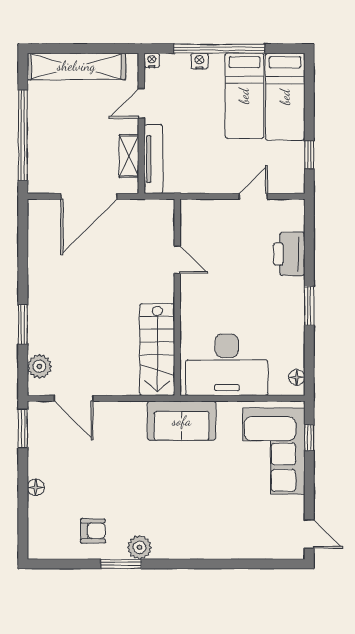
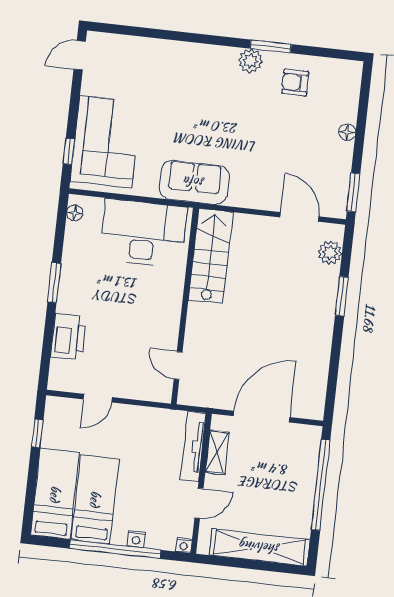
door: (177, 260) -> (178, 366), moved
door: (309, 534) -> (80, 55), hinge flipped

